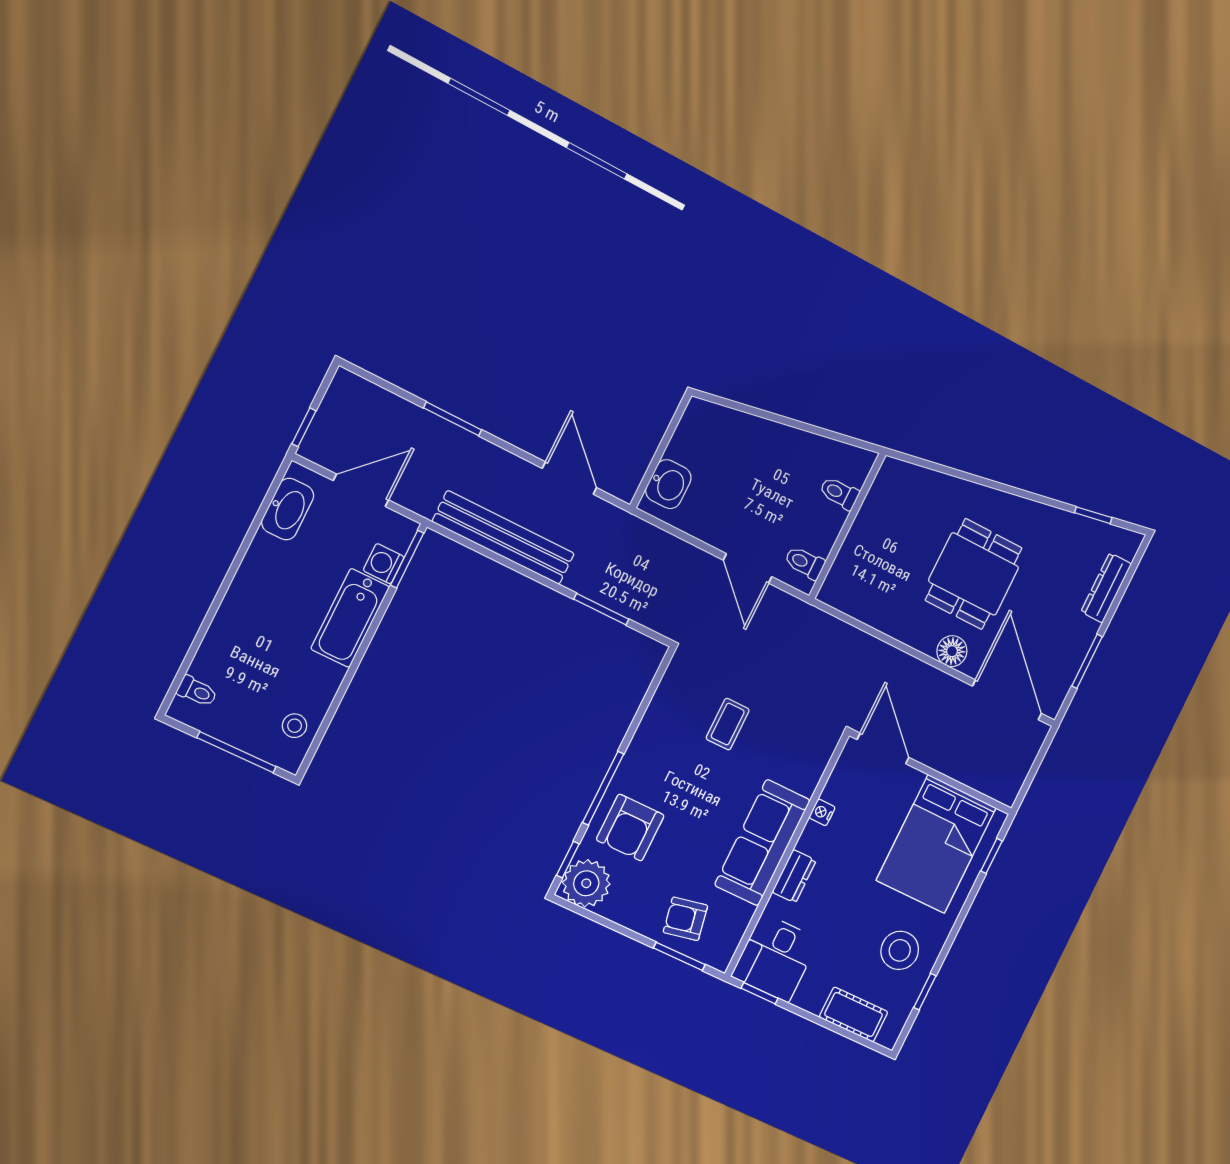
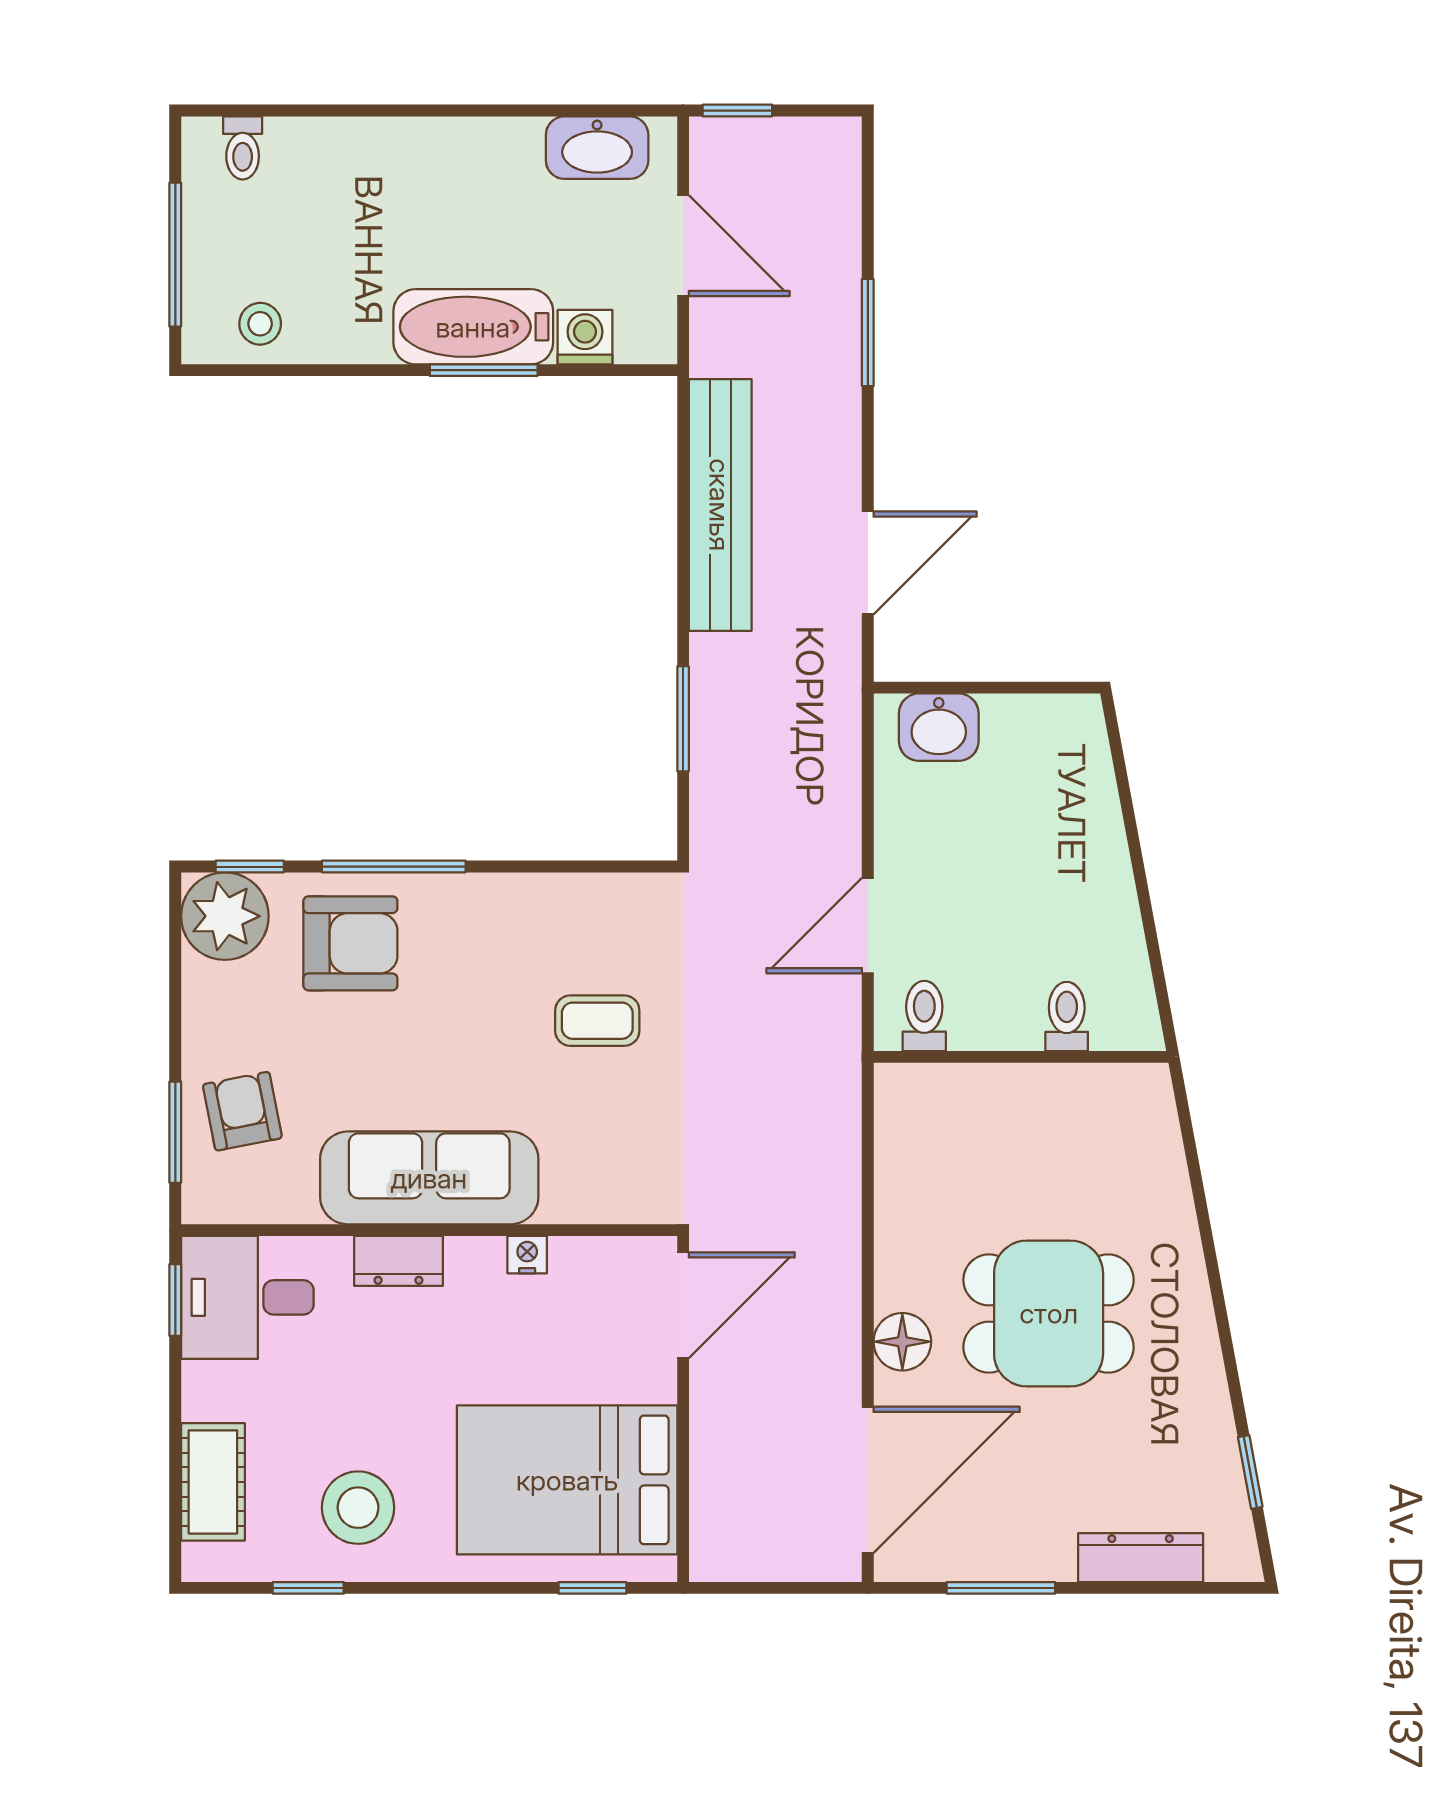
window: (407, 559) -> (484, 370), moved
armchair: (630, 828) -> (350, 943), turned 180

